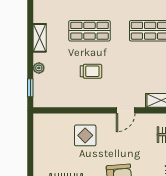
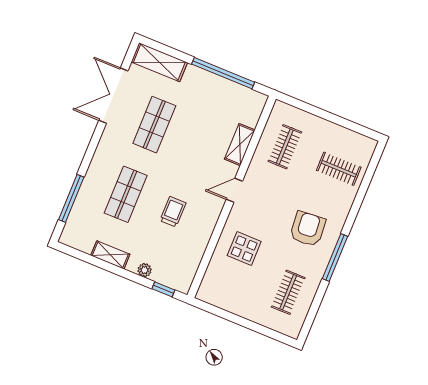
door: (126, 110) -> (234, 190), swing flipped

